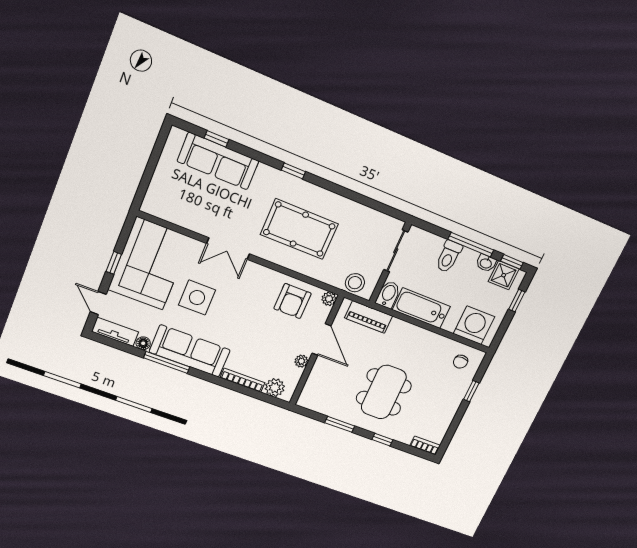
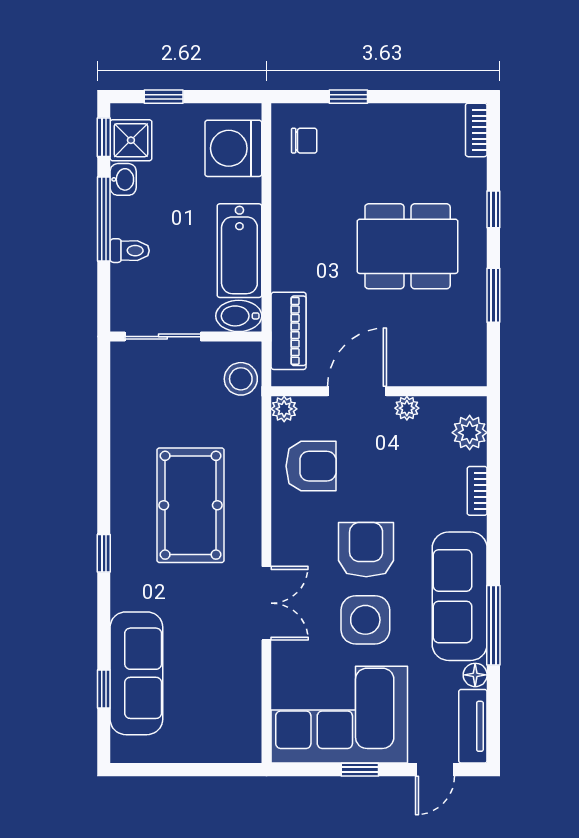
toilet: (449, 256) -> (130, 251), width x0.73, depth x0.72
armchair: (235, 312) -> (366, 550), added
bookcase: (242, 380) -> (477, 491), width x0.64

